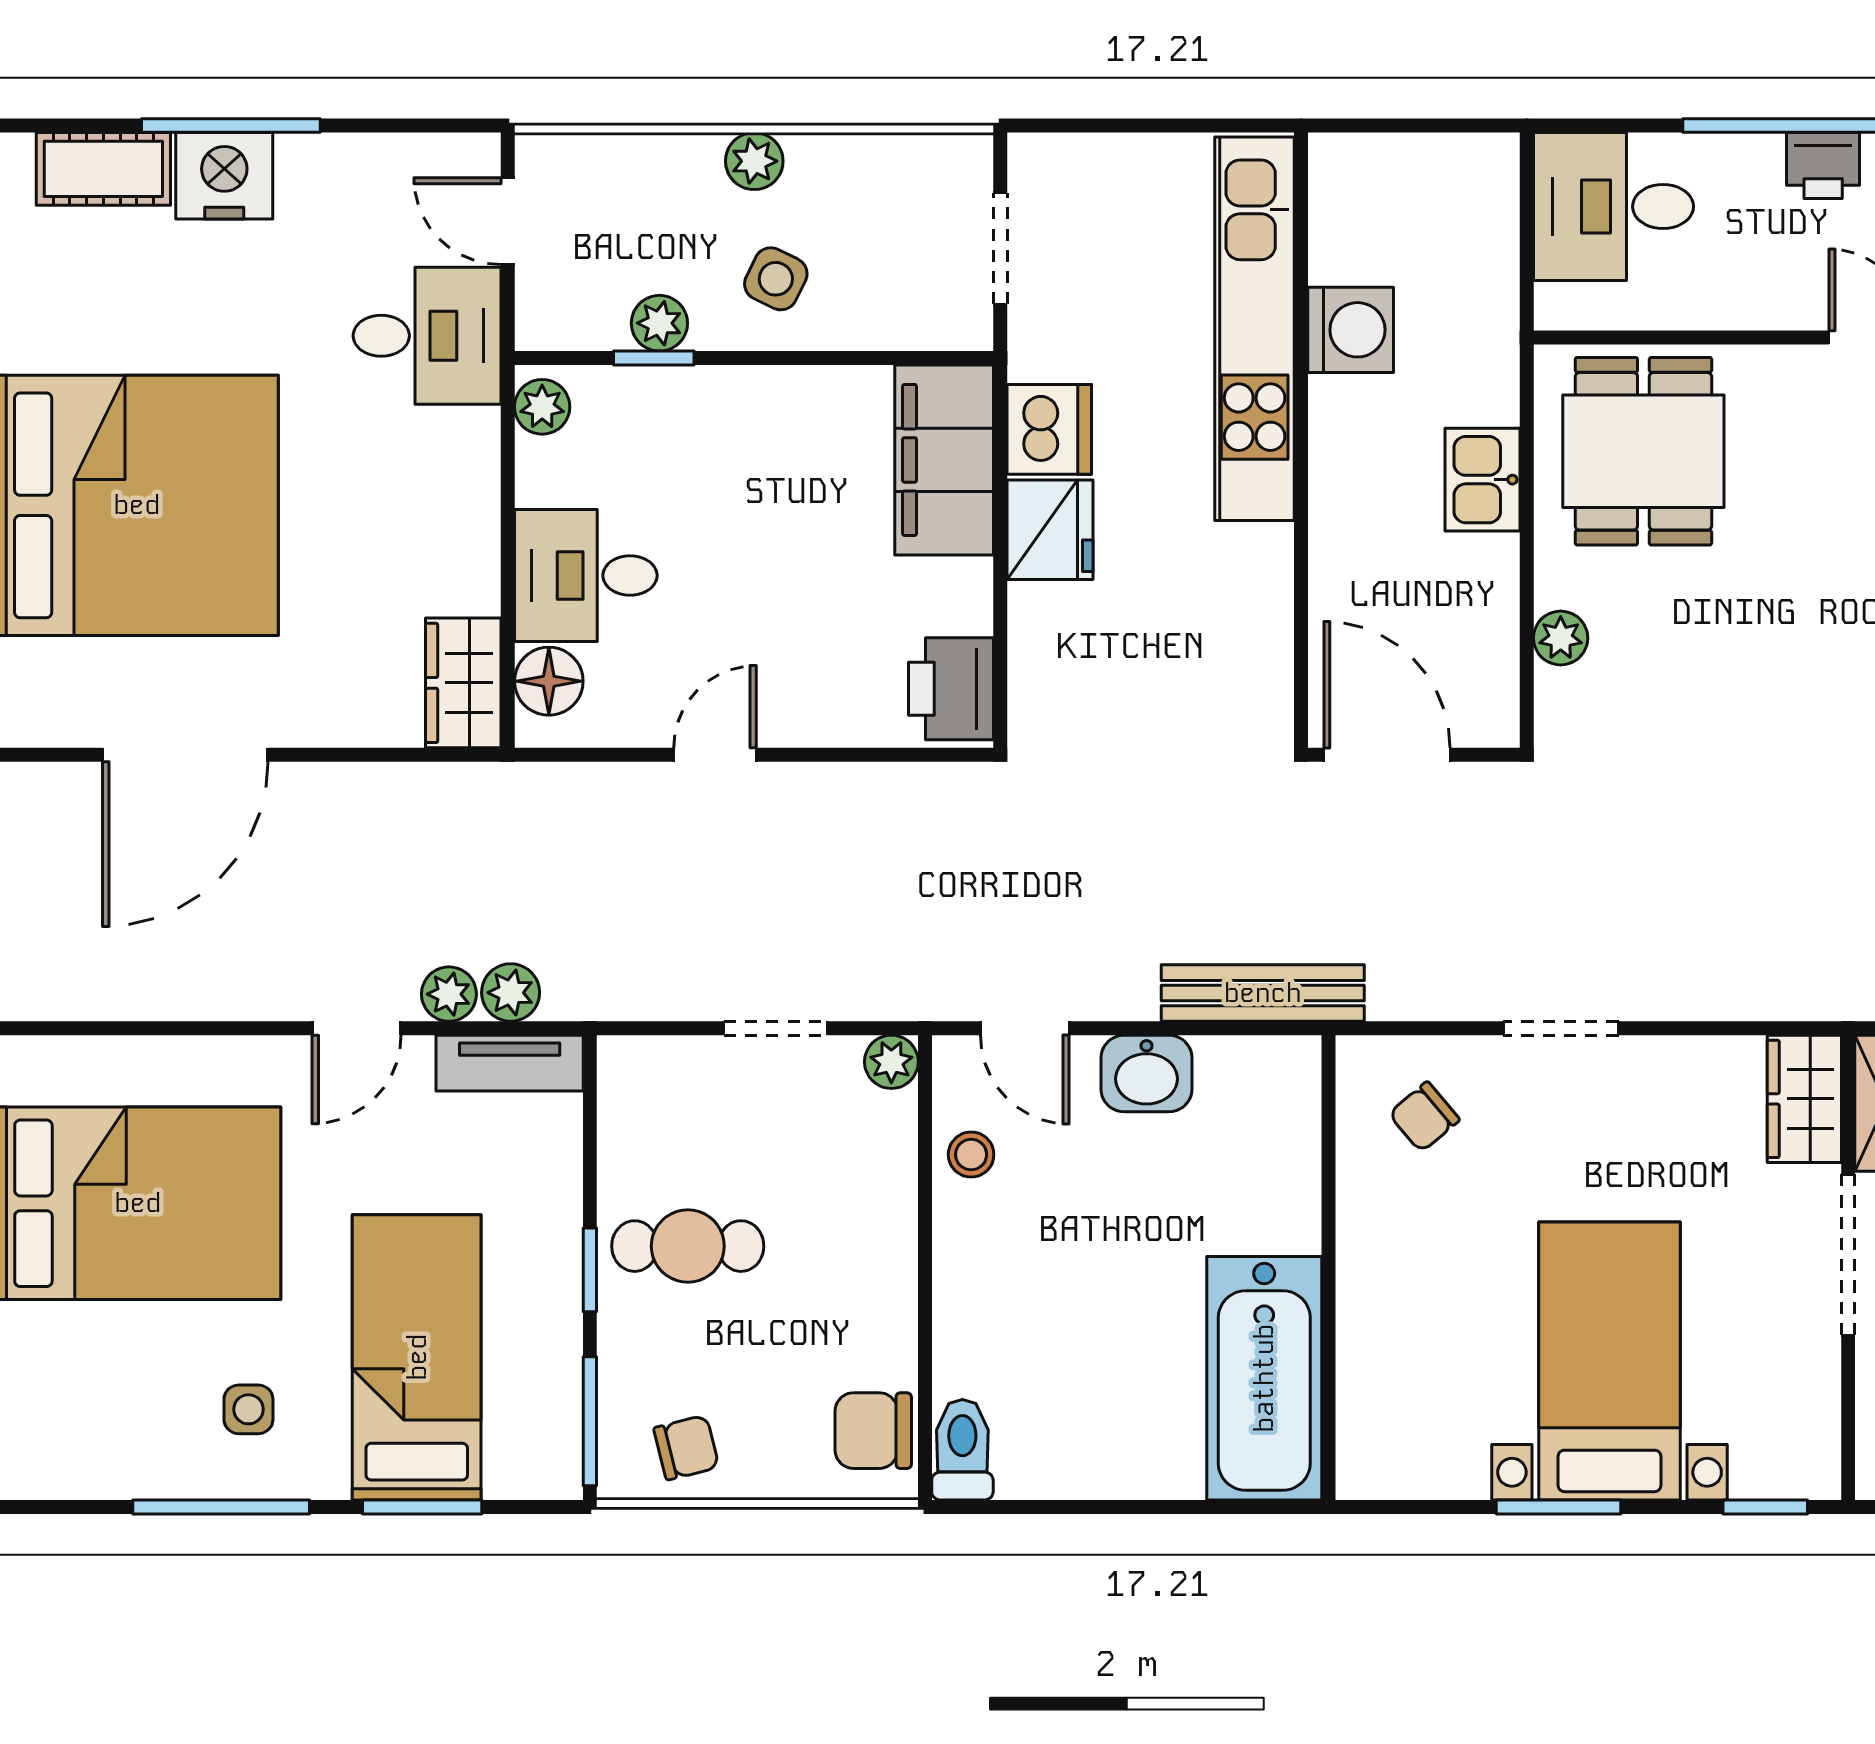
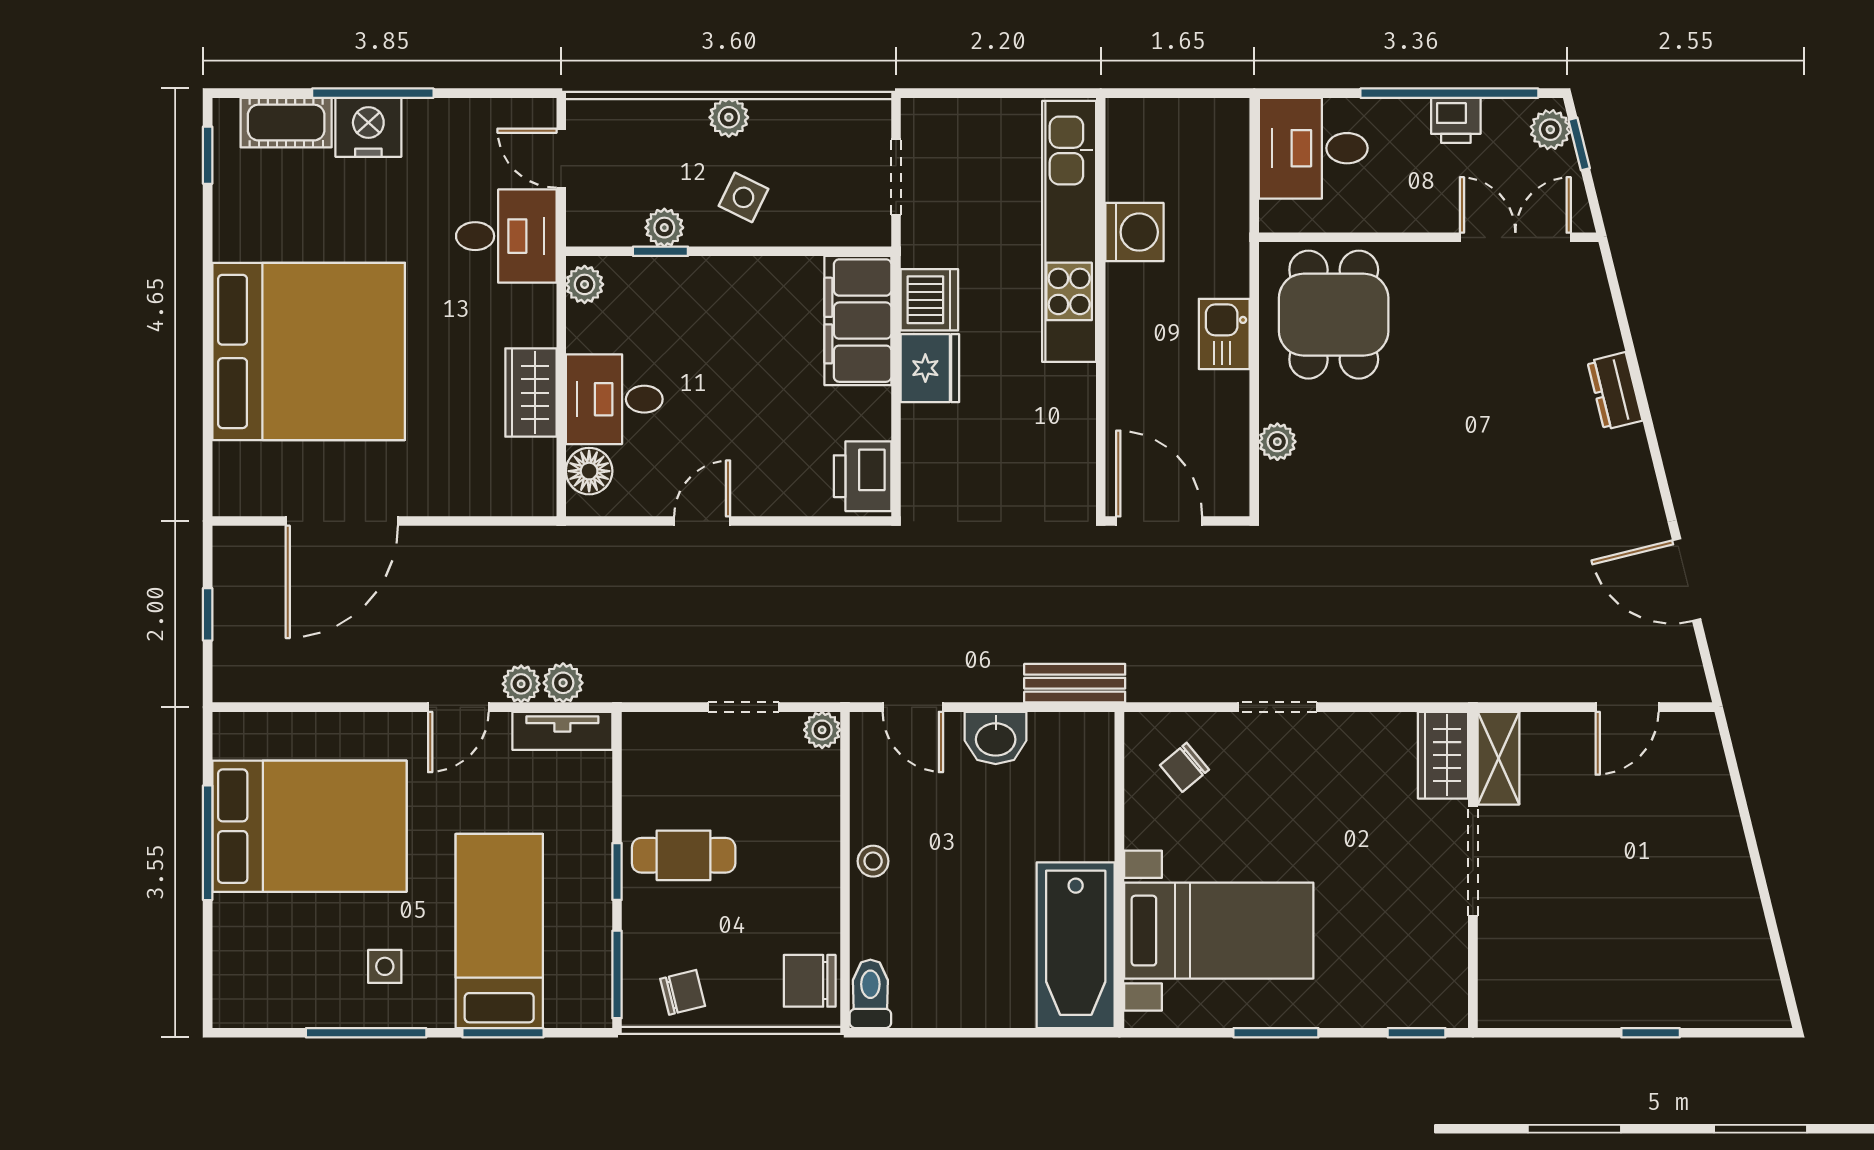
wardrobe: (463, 683) -> (531, 393), moved
bench: (1263, 993) -> (1075, 683), width x0.73
stool: (971, 1155) -> (873, 861), moved
bed with nightstands: (1610, 1361) -> (1219, 931), moved, turned 90

